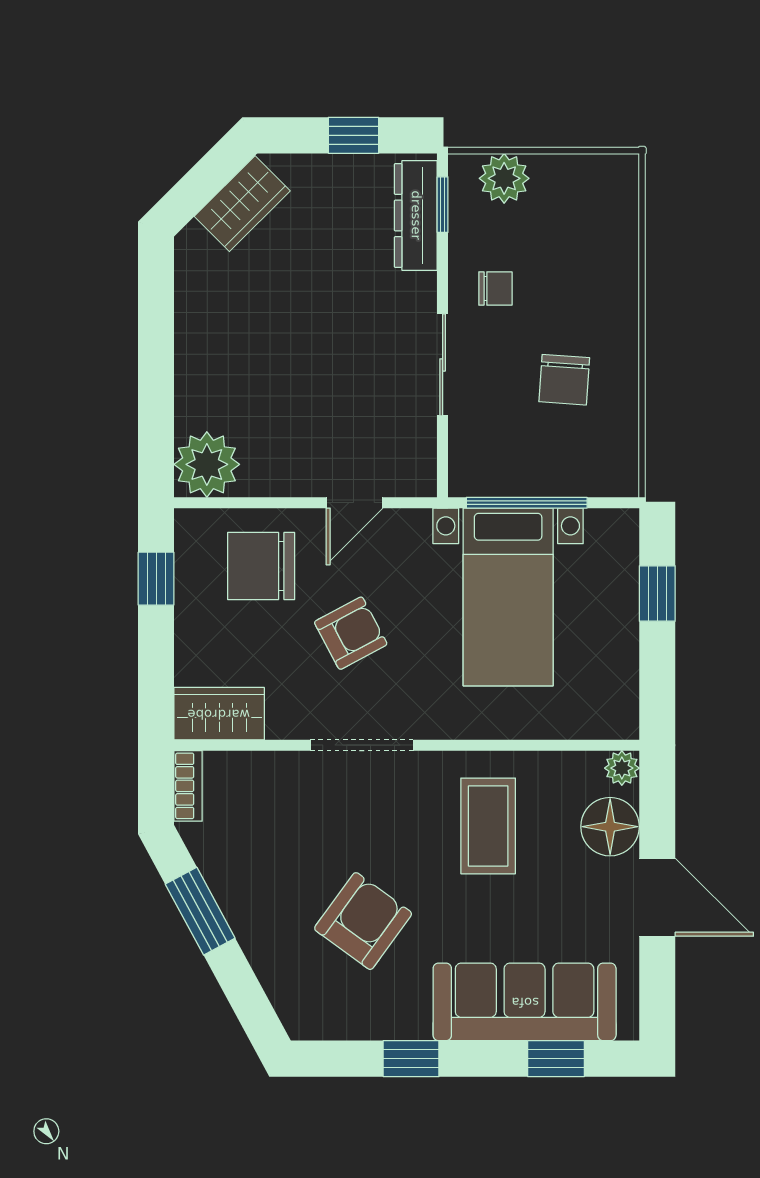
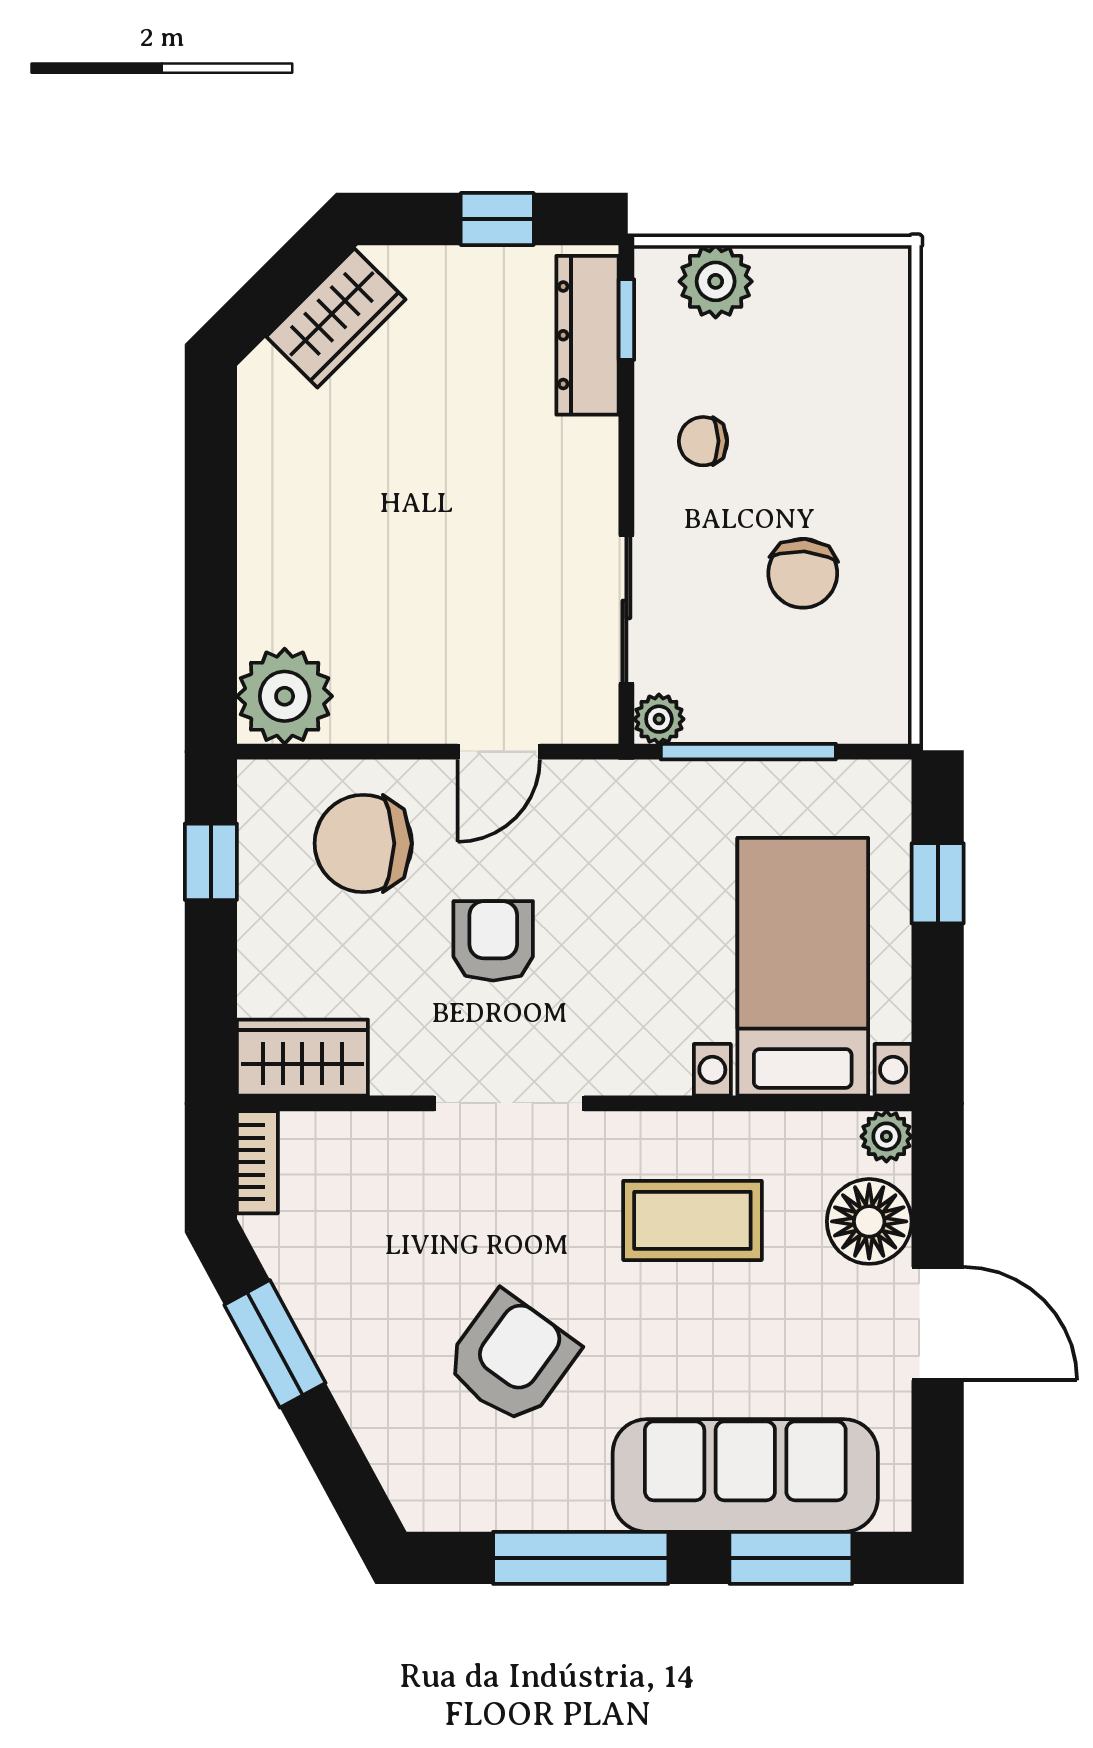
chair: (495, 289) -> (703, 441), turned 180
sliding door: (443, 365) -> (626, 609), moved
plant: (465, 480) -> (659, 719), added
bed with nightstands: (508, 597) -> (803, 967), moved, turned 180
armchair: (351, 633) -> (493, 941), turned -62
coffee table: (488, 826) -> (692, 1220), turned 90
window: (411, 1059) -> (581, 1558), width x2.17
window: (556, 1059) -> (791, 1558), width x1.50

